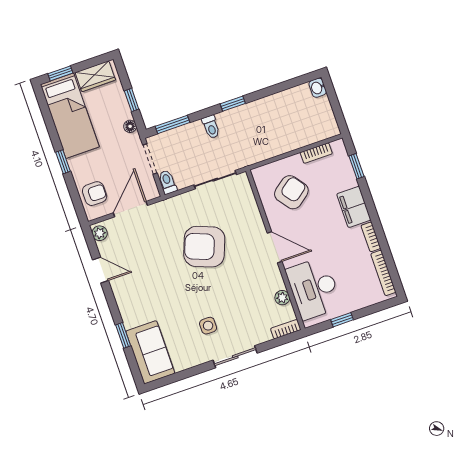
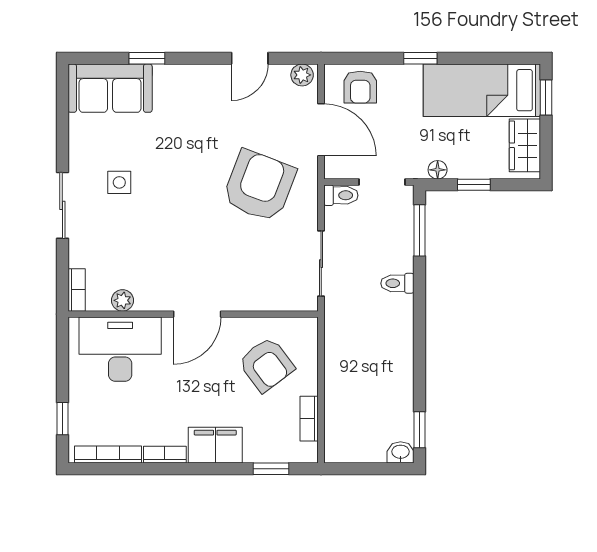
window: (233, 104) -> (419, 430), moved
armchair: (204, 247) -> (259, 186), moved
window: (342, 320) -> (62, 419), moved

